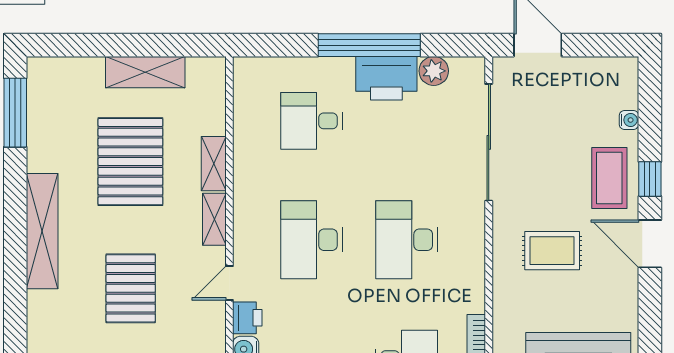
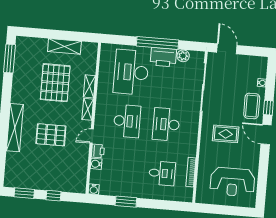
desk: (311, 121) -> (131, 72), width x1.87, depth x1.30
shelving: (42, 231) -> (15, 128), moved
desk: (311, 240) -> (127, 121), turned 180
pallet: (131, 288) -> (51, 135), turned 90

